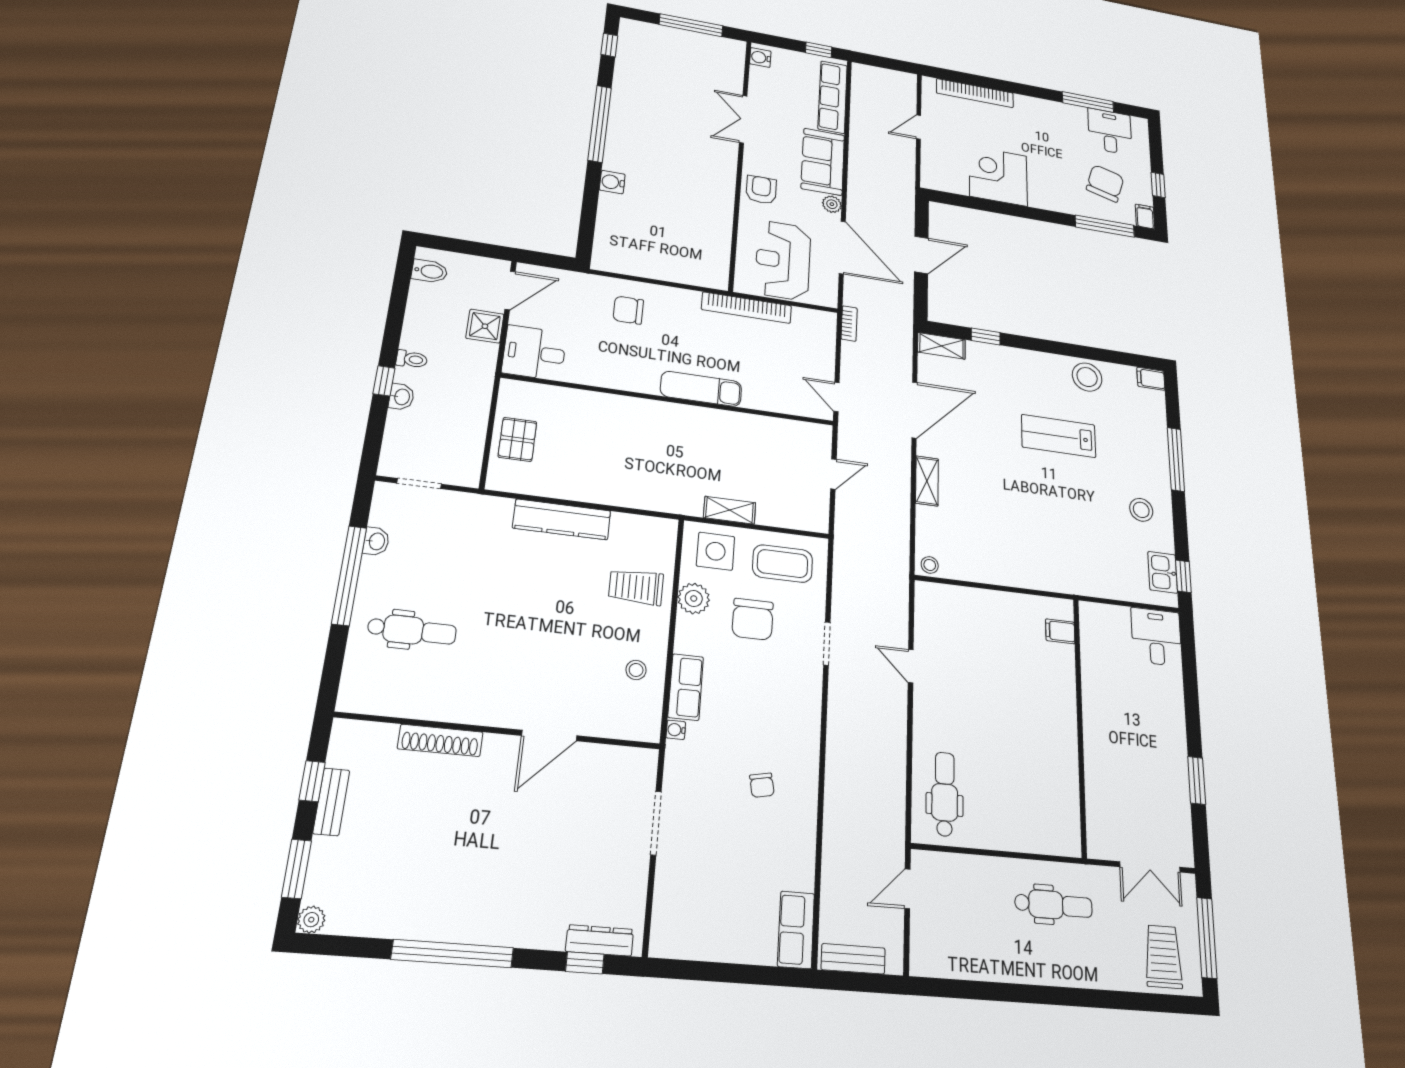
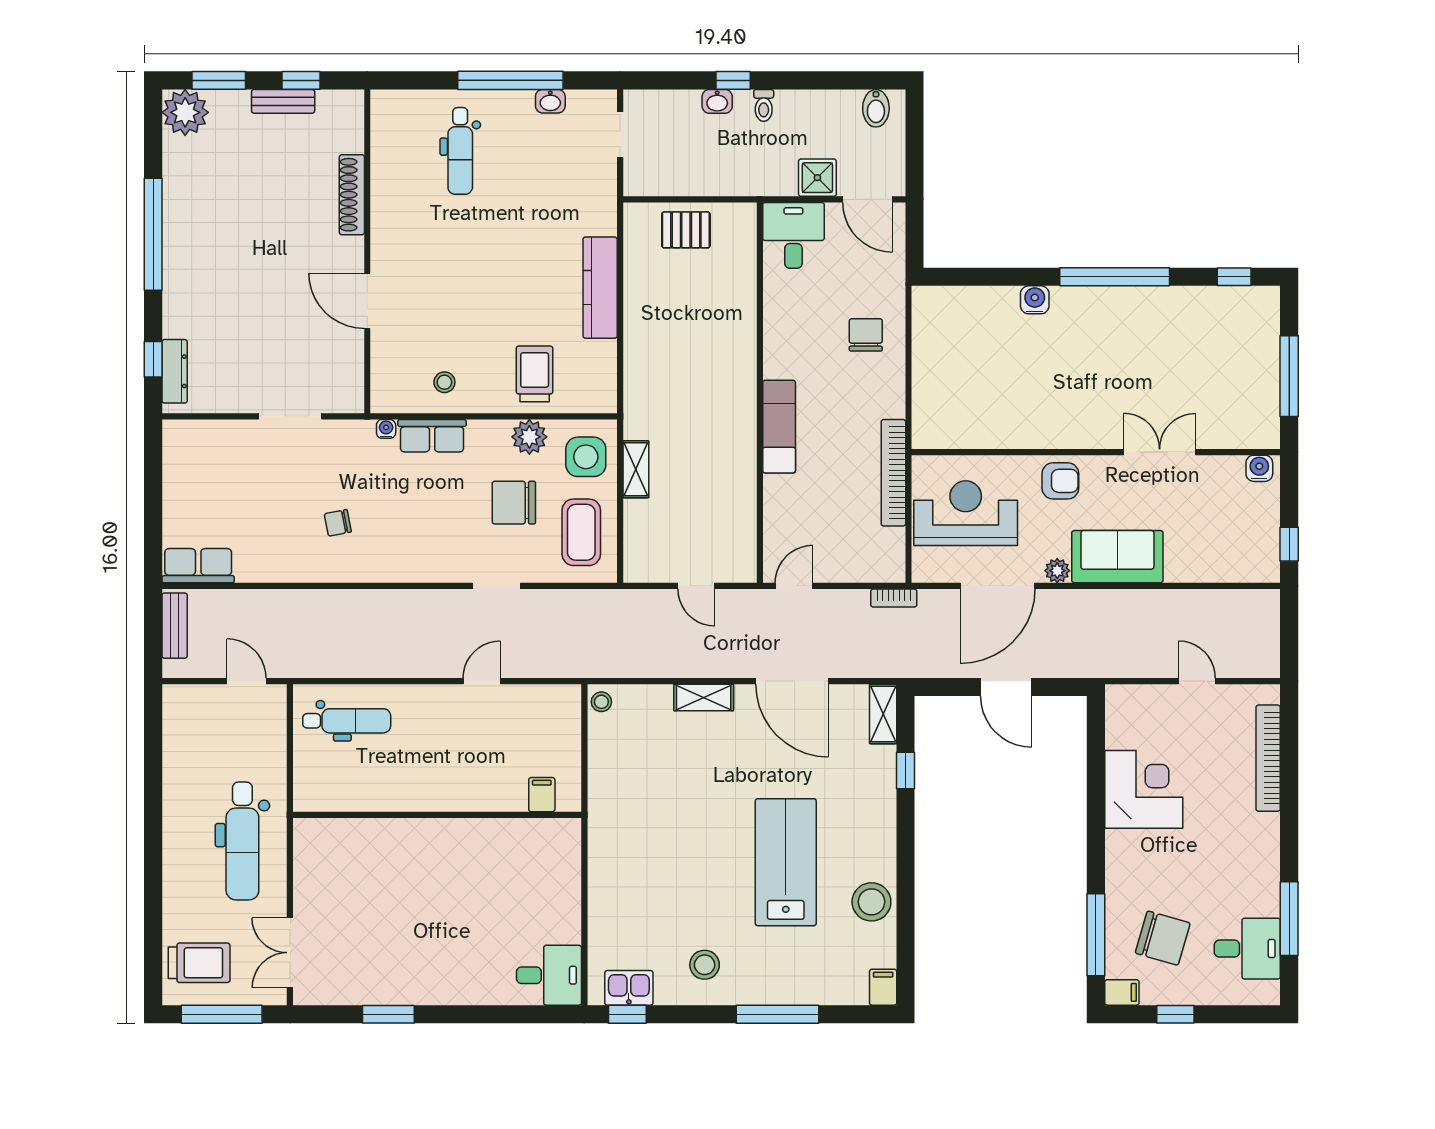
row of seats: (833, 97) -> (1219, 566), removed
lab bench: (1059, 436) -> (786, 862), width x1.36, depth x1.39
filing cabinet: (1060, 631) -> (542, 795), moved
wall: (1080, 724) -> (437, 815), moved
dental chair: (1053, 905) -> (242, 841), width x1.36, depth x1.38
plant: (311, 920) -> (185, 112), width x1.87, depth x1.87

